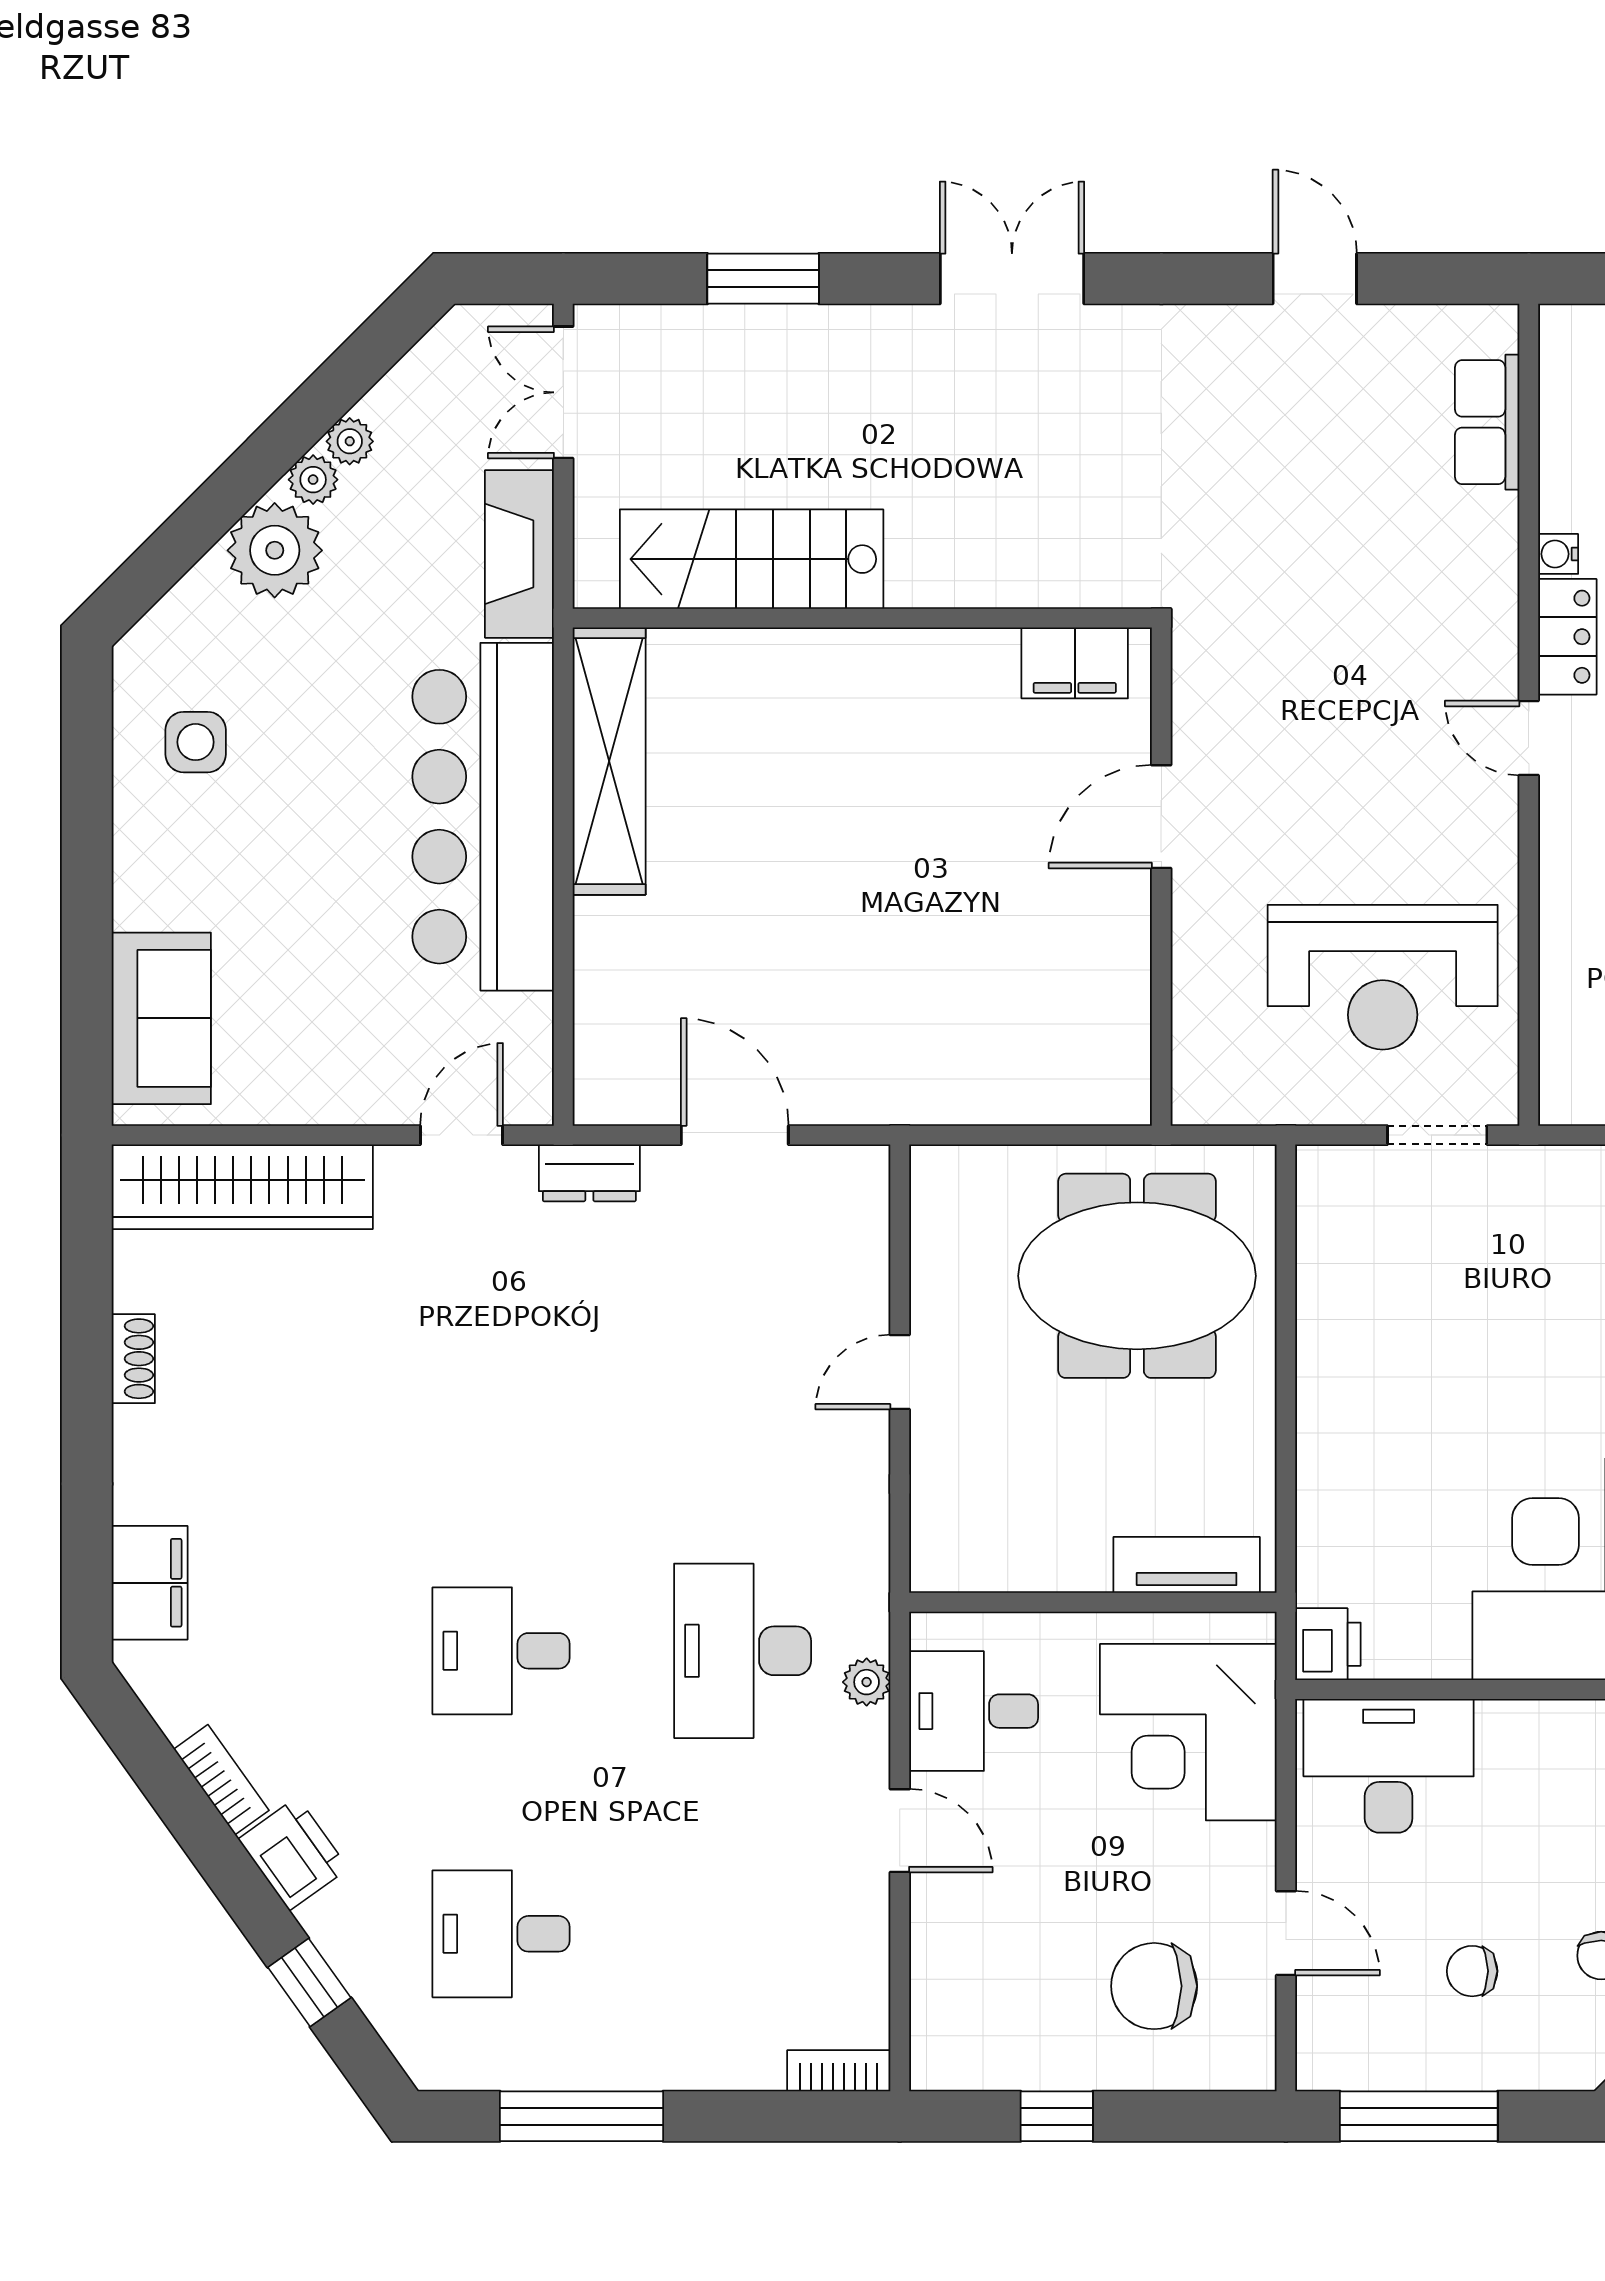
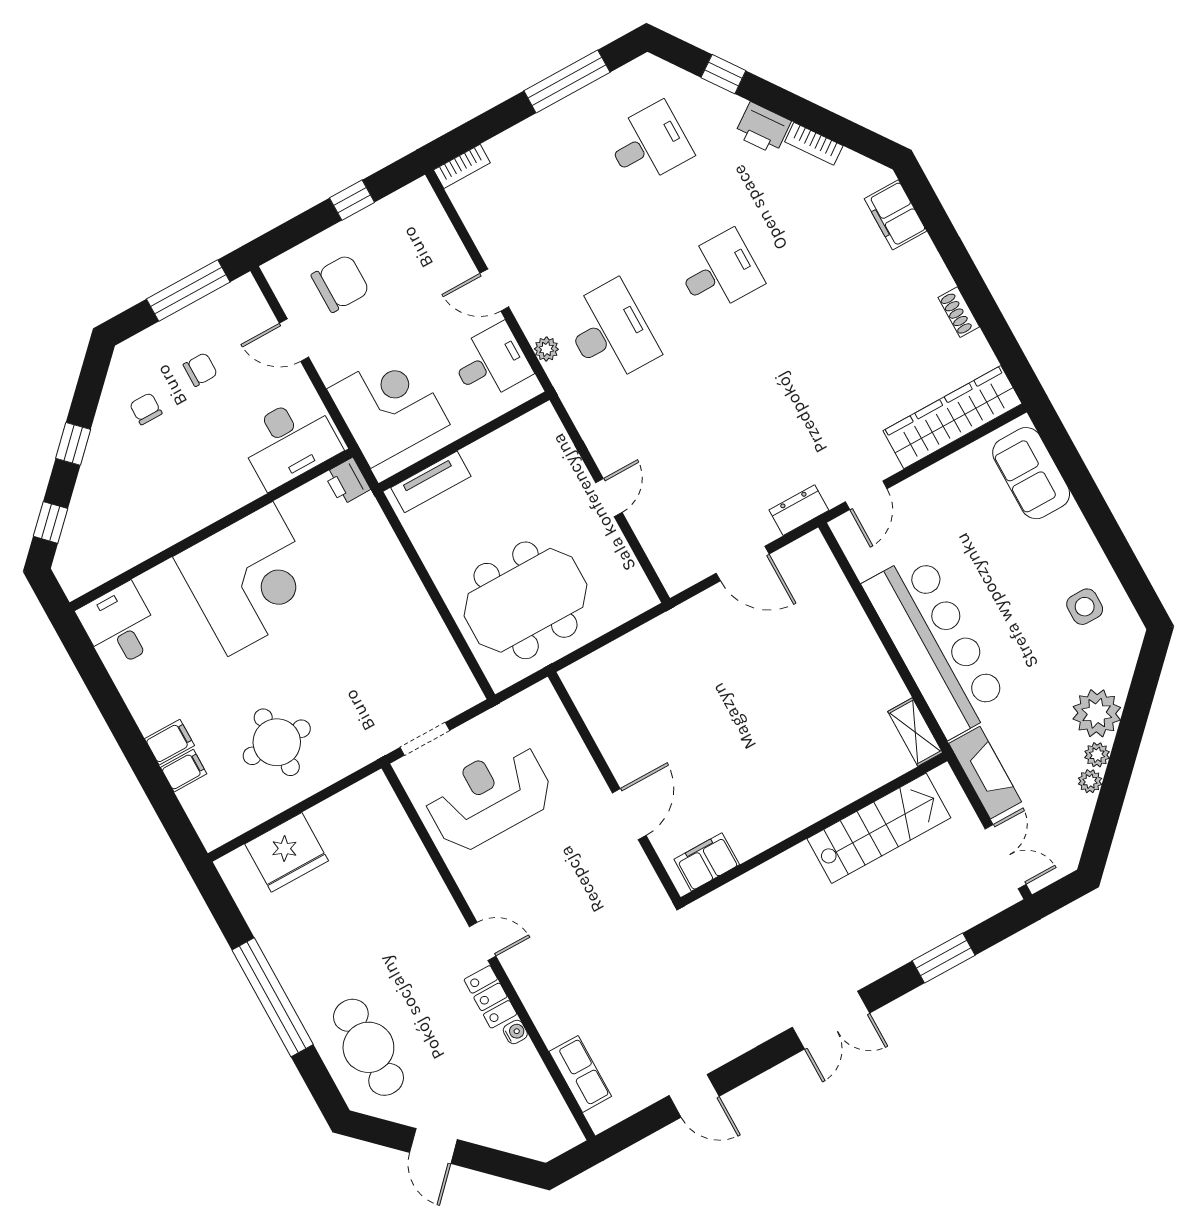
shelving: (609, 761) -> (915, 732), width x0.45, depth x0.75

